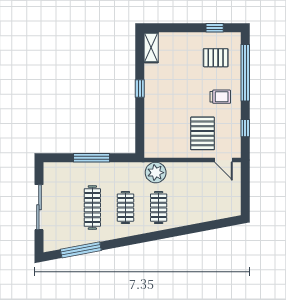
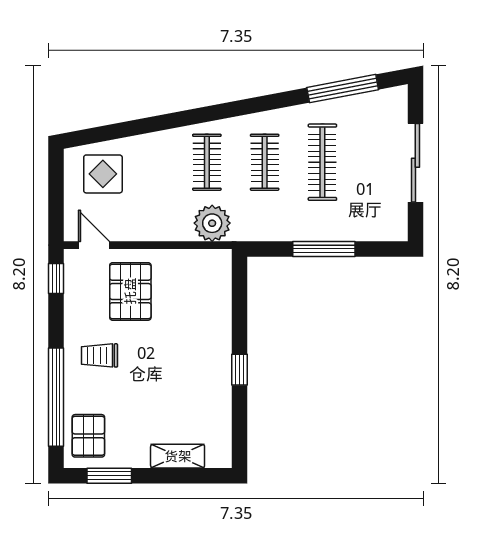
window: (215, 28) -> (109, 476), width x1.50
shelving: (151, 47) -> (178, 456), moved, turned 90
pallet: (216, 58) -> (88, 436), moved, turned 90
window: (245, 128) -> (56, 279), moved
display table: (218, 201) -> (103, 174), added

